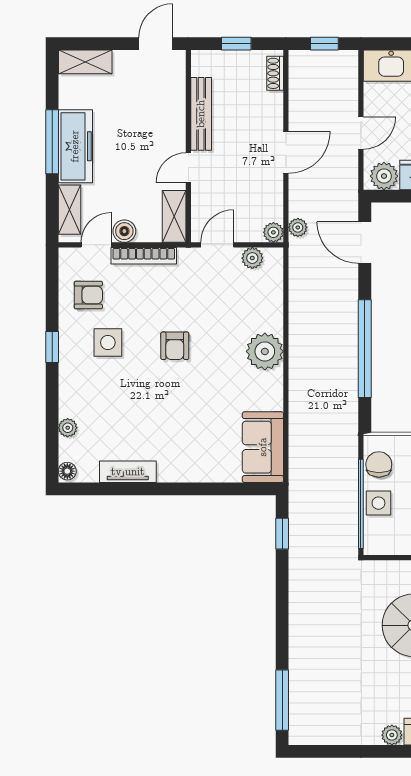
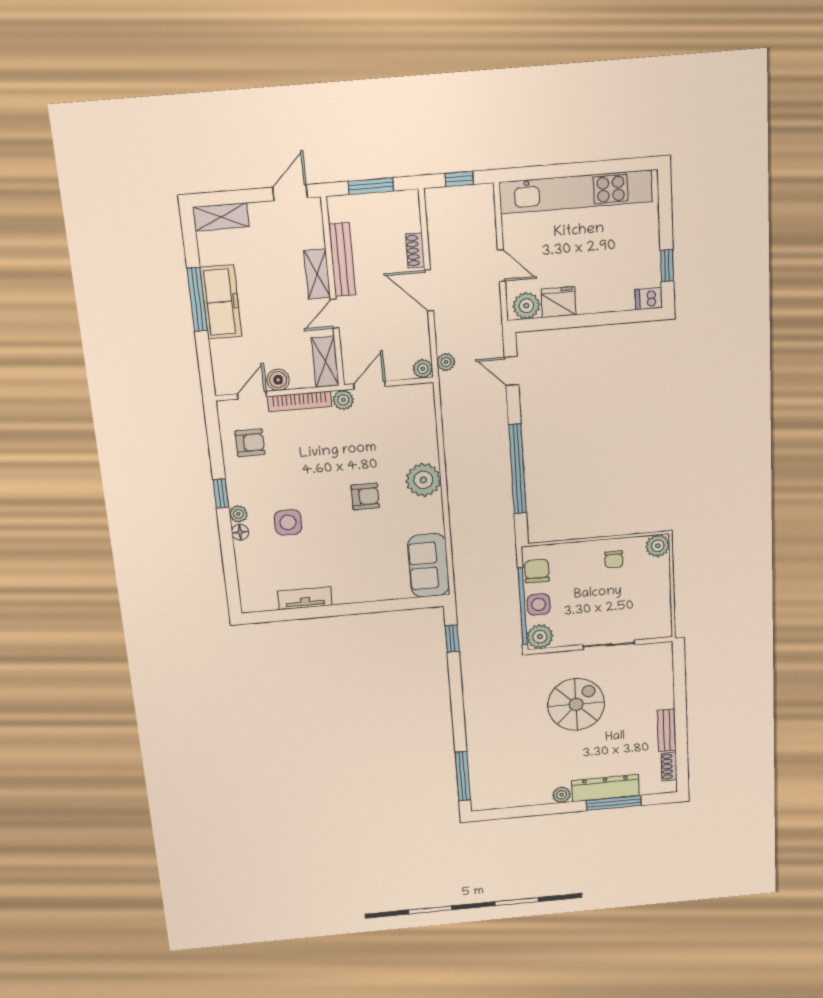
window: (236, 44) -> (371, 186), width x1.50
shoe rack: (275, 73) -> (415, 250), moved
door: (361, 133) -> (501, 265), hinge flipped
door: (286, 152) -> (429, 291), swing flipped
shelving: (69, 210) -> (317, 274), moved
door: (365, 243) -> (512, 371), width x0.73
plant: (252, 258) -> (343, 400), moved
side table: (108, 342) -> (288, 522), moved
armchair: (175, 346) -> (365, 497), moved, turned -90
plant: (68, 428) -> (238, 514), moved
floor lamp: (67, 471) -> (240, 532), moved
plant: (378, 541) -> (540, 637), added

